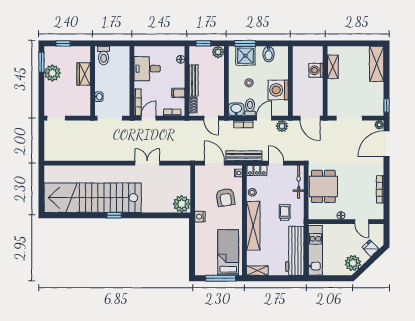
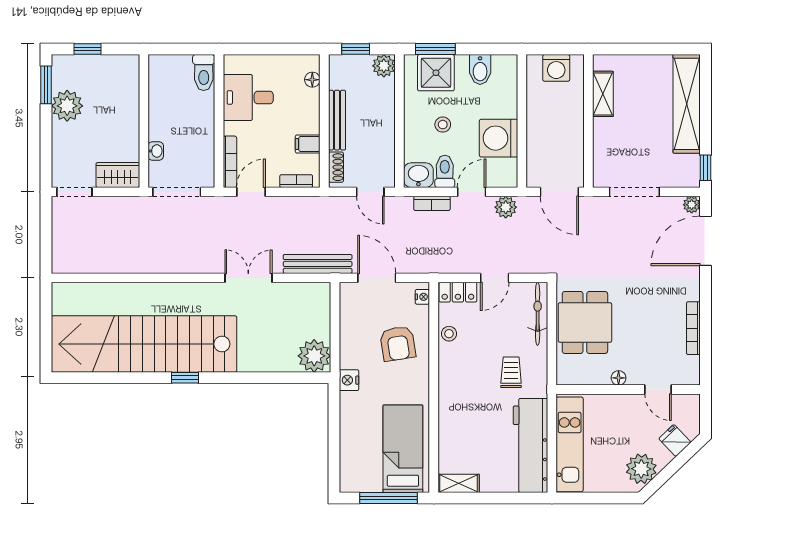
toilet: (104, 56) -> (204, 72), moved
shelving: (377, 64) -> (687, 104), width x1.47
washing machine: (316, 70) -> (556, 68), moved, turned -90
wardrobe: (84, 74) -> (118, 175), moved, turned 90
bench: (244, 156) -> (318, 264), moved
door: (276, 163) -> (495, 278), swing flipped
shelving: (253, 226) -> (451, 398), removed

